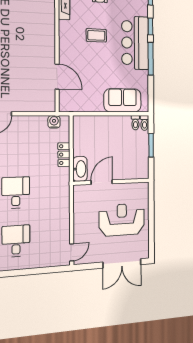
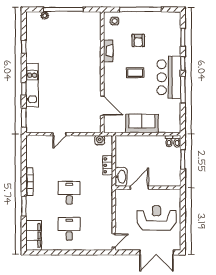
sofa: (123, 100) -> (142, 123), moved

